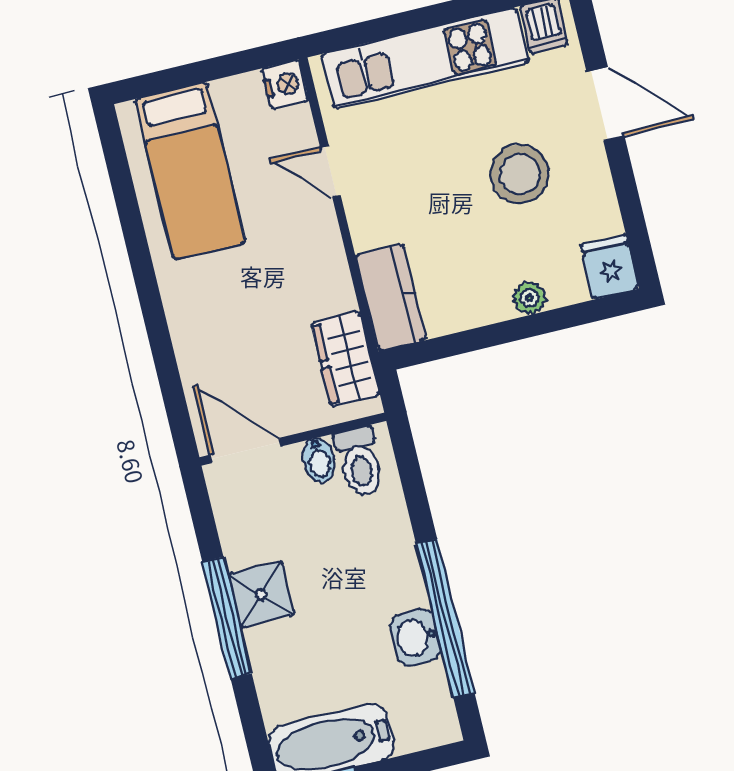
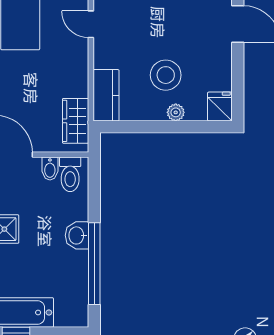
stool: (520, 174) -> (166, 75), moved
washbasin: (416, 637) -> (77, 235), moved

